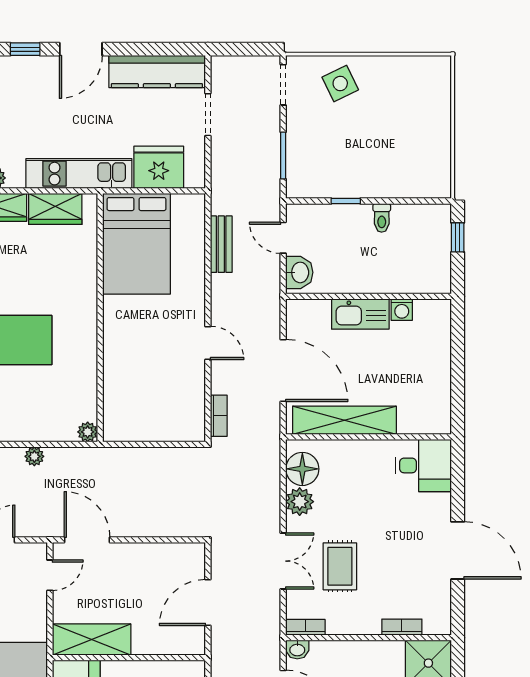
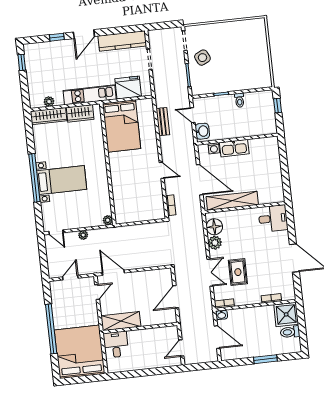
side table: (340, 84) -> (202, 58), moved
washing machine: (402, 310) -> (214, 148), moved

